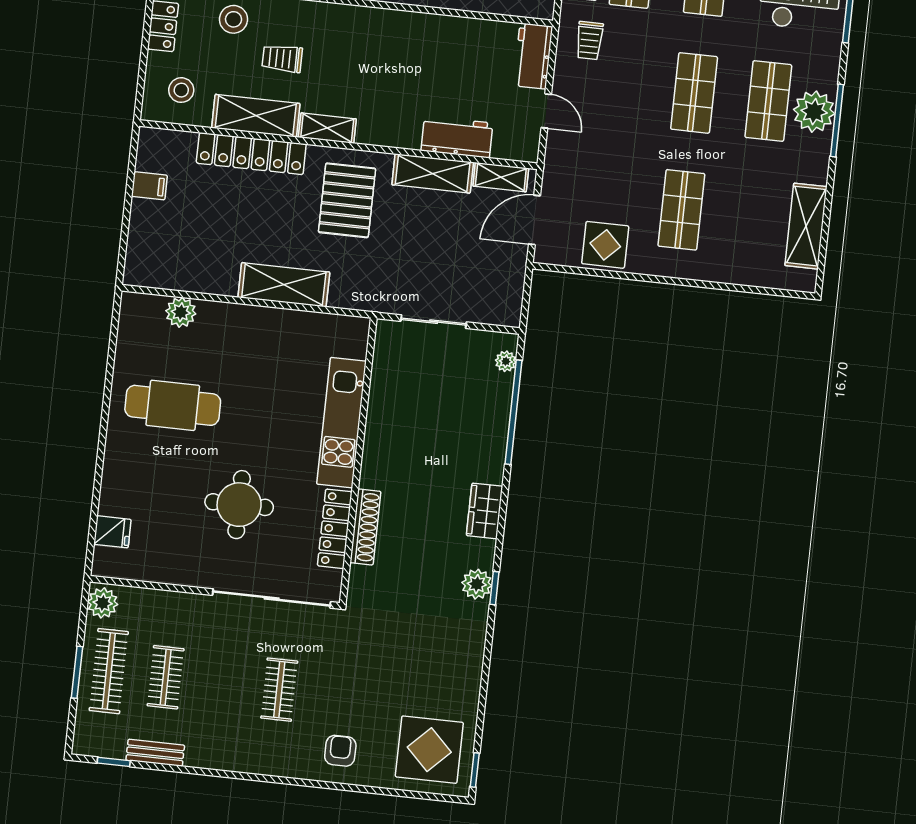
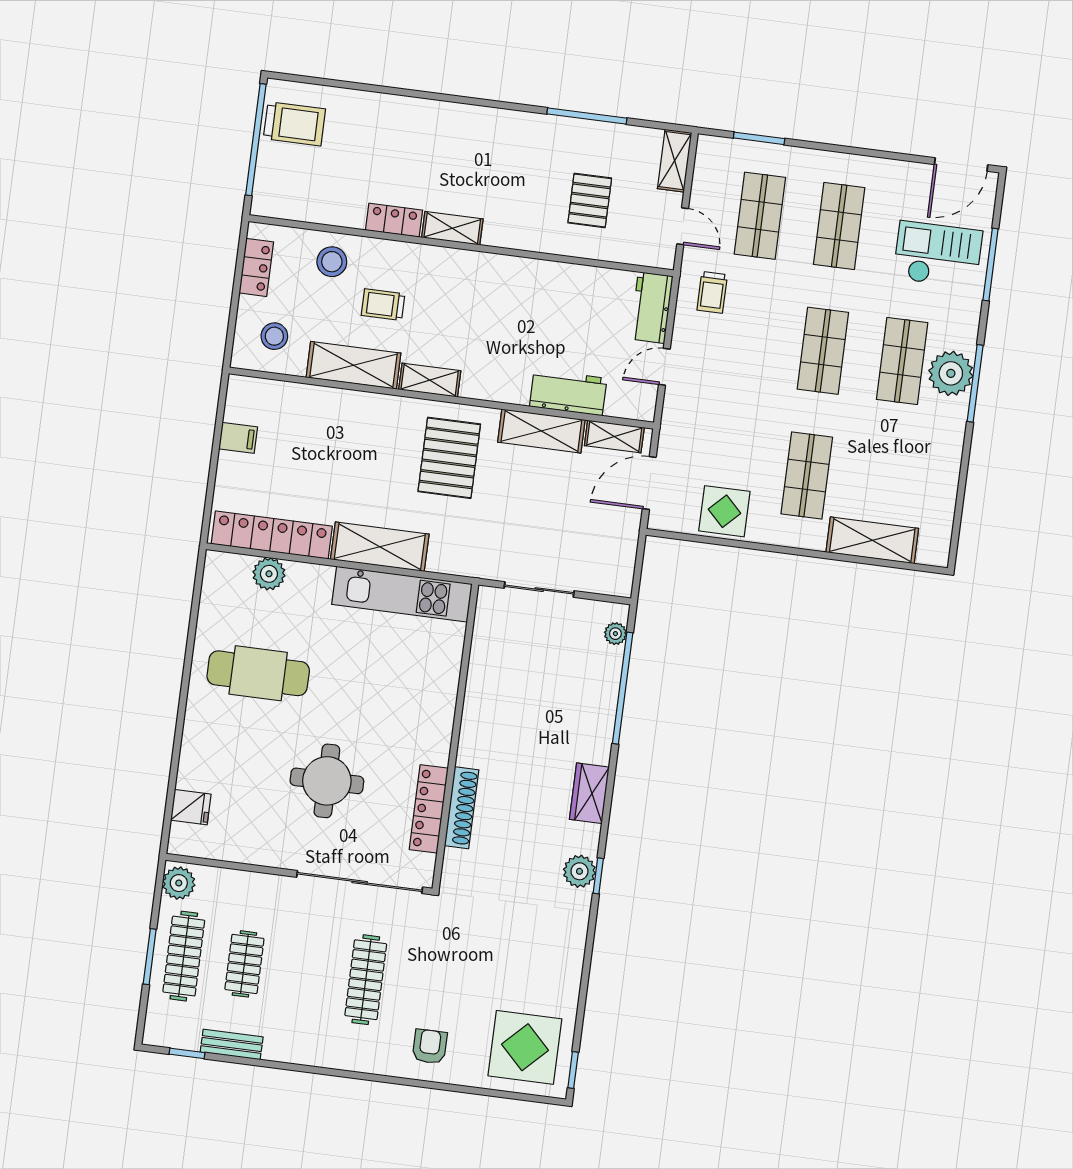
door: (546, 111) -> (664, 367), swing flipped
locker: (251, 154) -> (272, 535), moved, turned 180
shelving: (806, 226) -> (872, 540), moved, turned 90
kitchen unit: (342, 423) -> (402, 594), moved, turned -90
clothes rail: (279, 690) -> (366, 980), width x1.36

